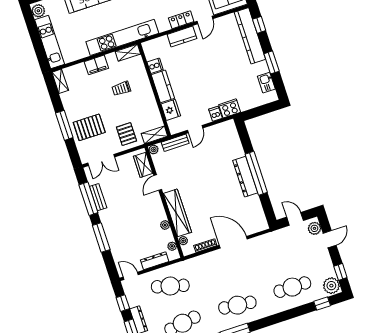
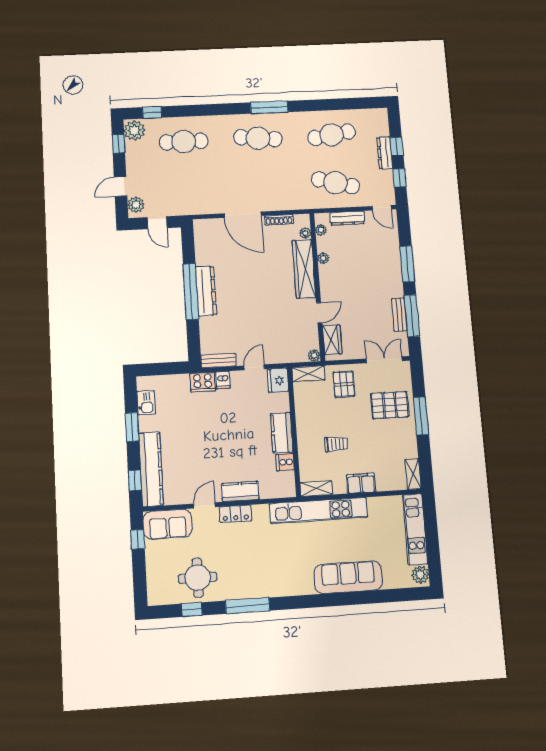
fridge: (171, 110) -> (278, 380), moved
bench: (175, 143) -> (218, 361), moved

